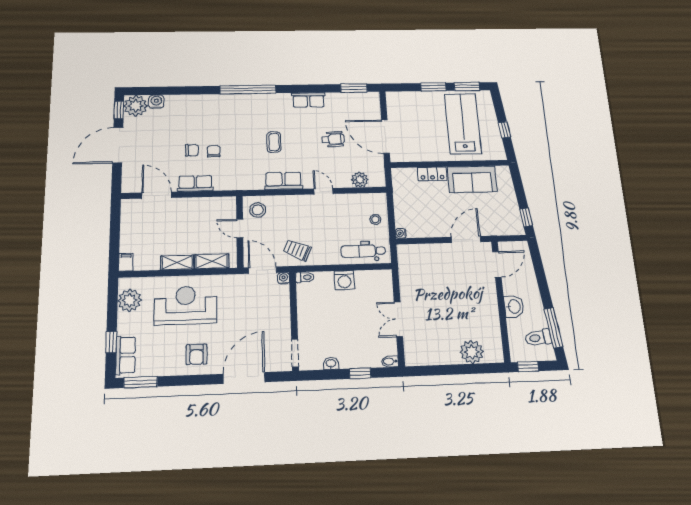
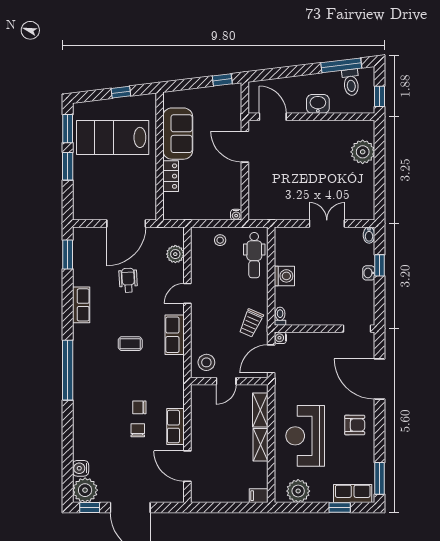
door: (157, 195) -> (187, 466), hinge flipped
double door: (398, 319) -> (327, 223), swing flipped
washbasin: (331, 363) -> (369, 273), moved

